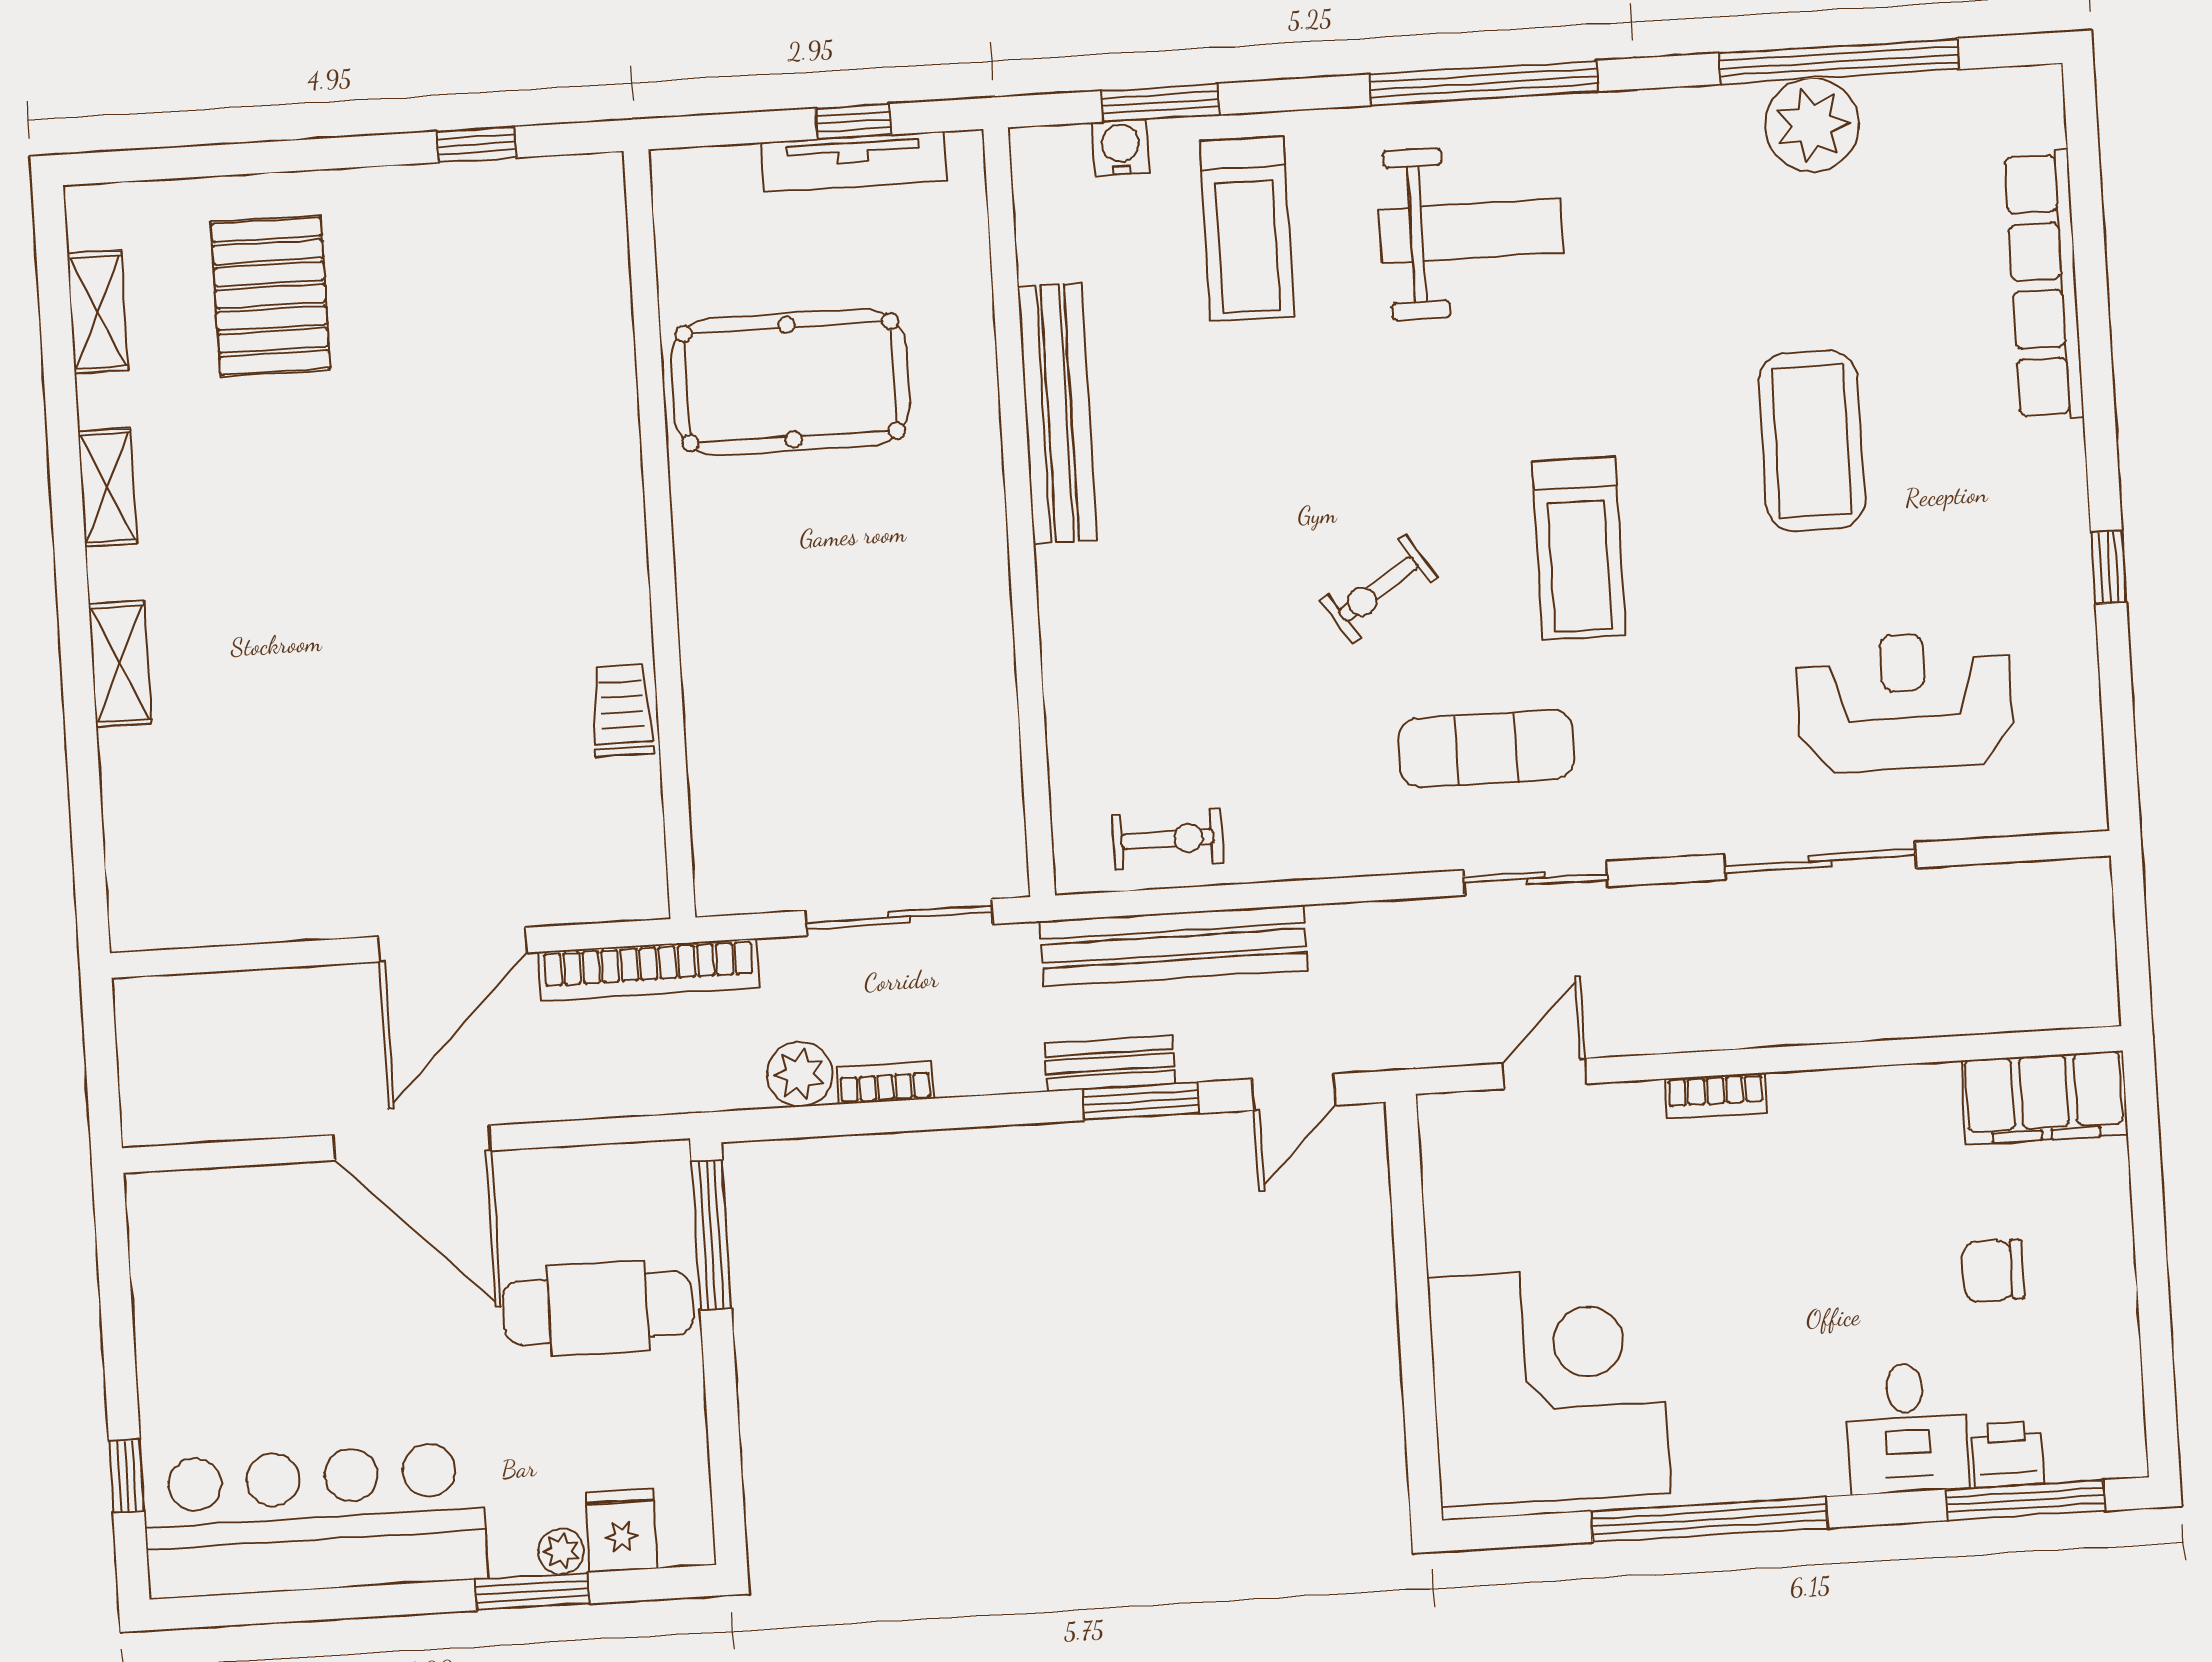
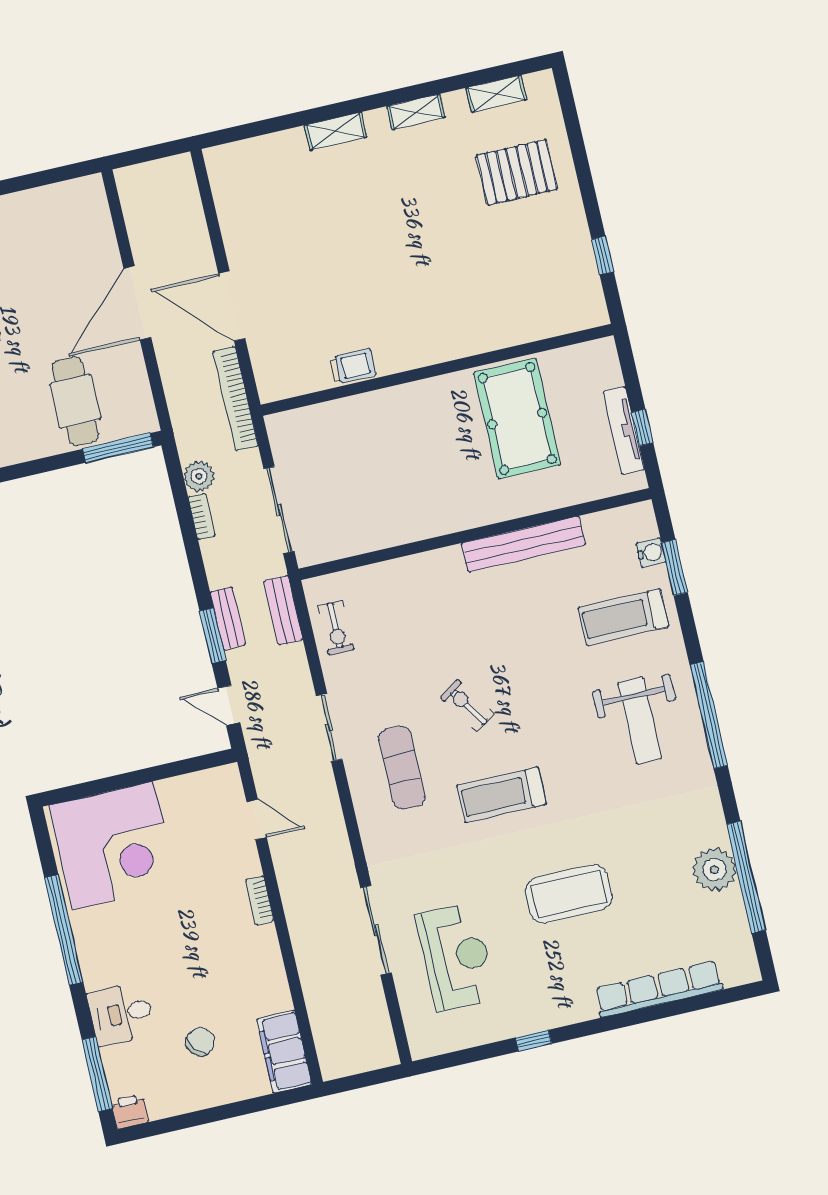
sliding door: (1535, 878) -> (329, 728), moved
bench: (1174, 946) -> (283, 610), width x0.54, depth x0.82
chair: (1993, 1271) -> (200, 1042), turned 50
printer: (2008, 1454) -> (130, 1111), moved, turned -90

